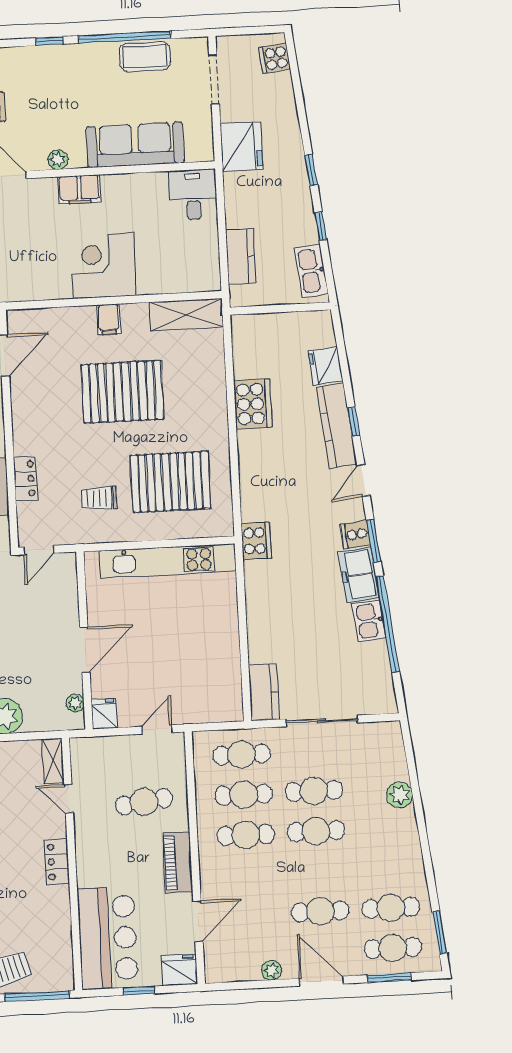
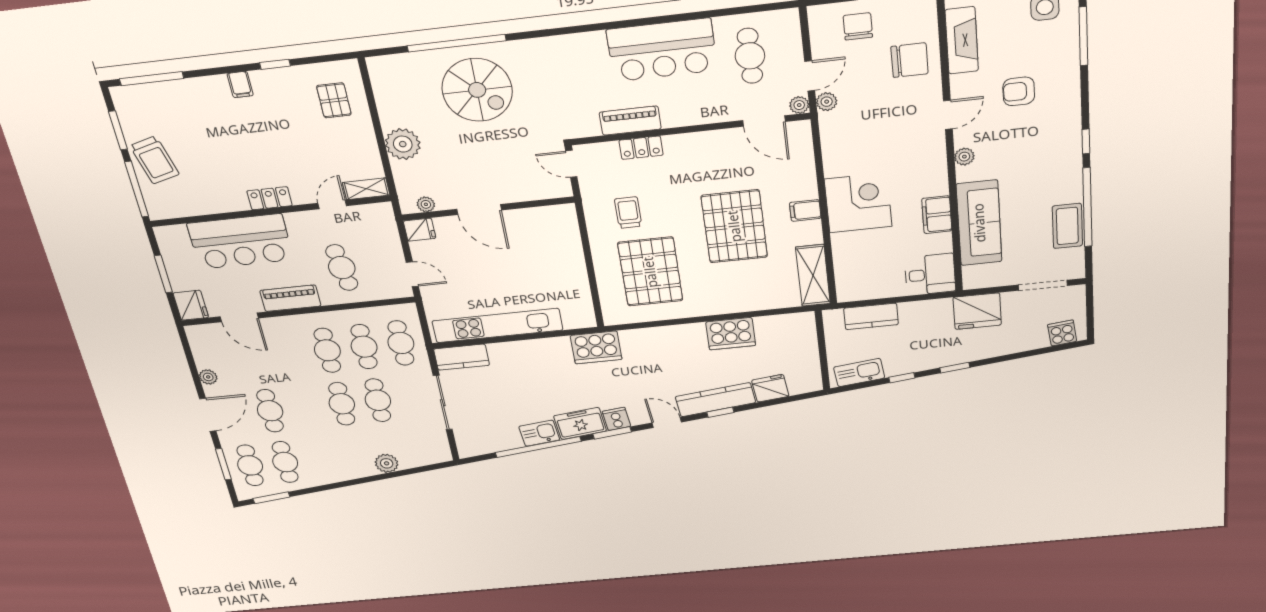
filing cabinet: (79, 190) -> (937, 215), moved
cooker: (256, 541) -> (596, 347), width x1.37, depth x1.31
kitchen unit: (168, 561) -> (497, 326), moved, turned 90
bar counter: (108, 938) -> (240, 242), moved
window: (139, 991) -> (163, 274), width x1.50

